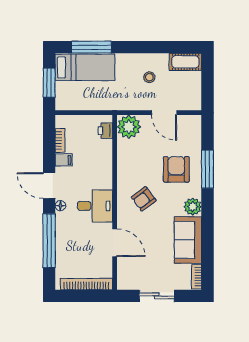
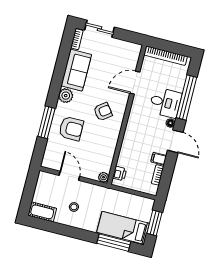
plant: (129, 127) -> (104, 177), width x0.53, depth x0.53
armchair: (176, 169) -> (71, 128), turned -90
desk: (95, 206) -> (165, 103), moved, turned 180
door: (115, 243) -> (135, 83), hinge flipped
sliding door: (157, 296) -> (99, 29), moved

